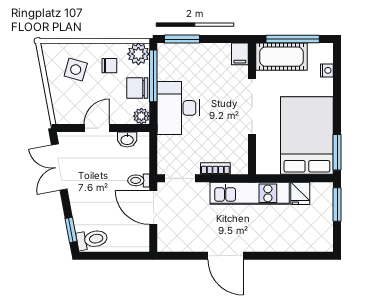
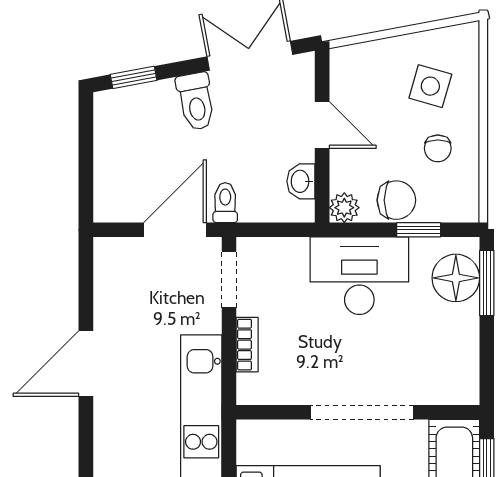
plant: (138, 54) -> (459, 202), removed
filing cabinet: (240, 54) -> (459, 390), removed
floor lamp: (179, 56) -> (456, 278), added
window: (153, 76) -> (419, 230), width x0.46
chair: (137, 88) -> (396, 200), turned 90
toilet: (92, 239) -> (196, 101), moved

